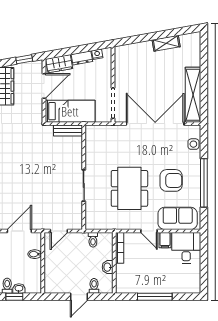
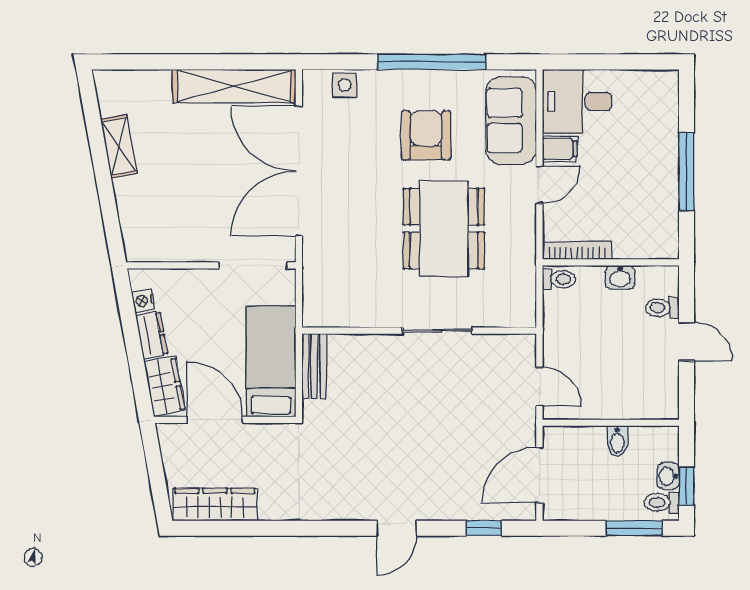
window: (24, 59) -> (155, 464), removed
dining table: (129, 188) -> (444, 229), turned 90
door: (19, 231) -> (539, 475), hinge flipped
toilet: (93, 240) -> (559, 279), moved
bidet: (35, 254) -> (617, 441), moved

